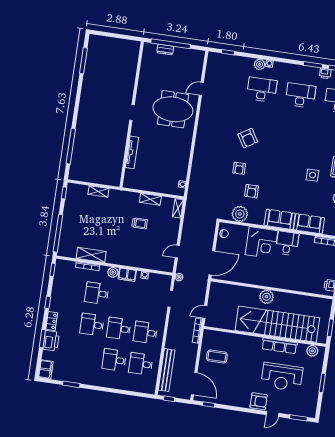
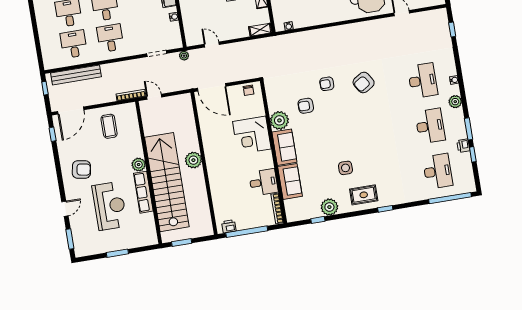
plant: (260, 64) -> (455, 102), moved
plant: (240, 214) -> (279, 120), moved
desk: (287, 243) -> (263, 182), moved
plant: (312, 351) -> (139, 165), moved
reception desk: (282, 377) -> (110, 206), turned 180
armchair: (259, 401) -> (81, 169), moved, turned -80
door: (272, 414) -> (65, 209), swing flipped

